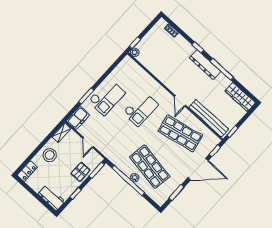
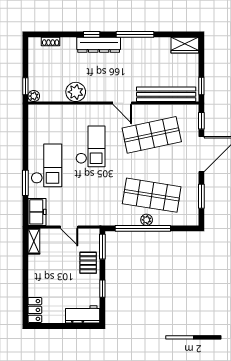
dresser: (205, 65) -> (99, 45), moved
plant: (160, 71) -> (76, 92), added
wardrobe: (240, 97) -> (185, 45), width x0.67
stool: (50, 155) -> (43, 274), removed

